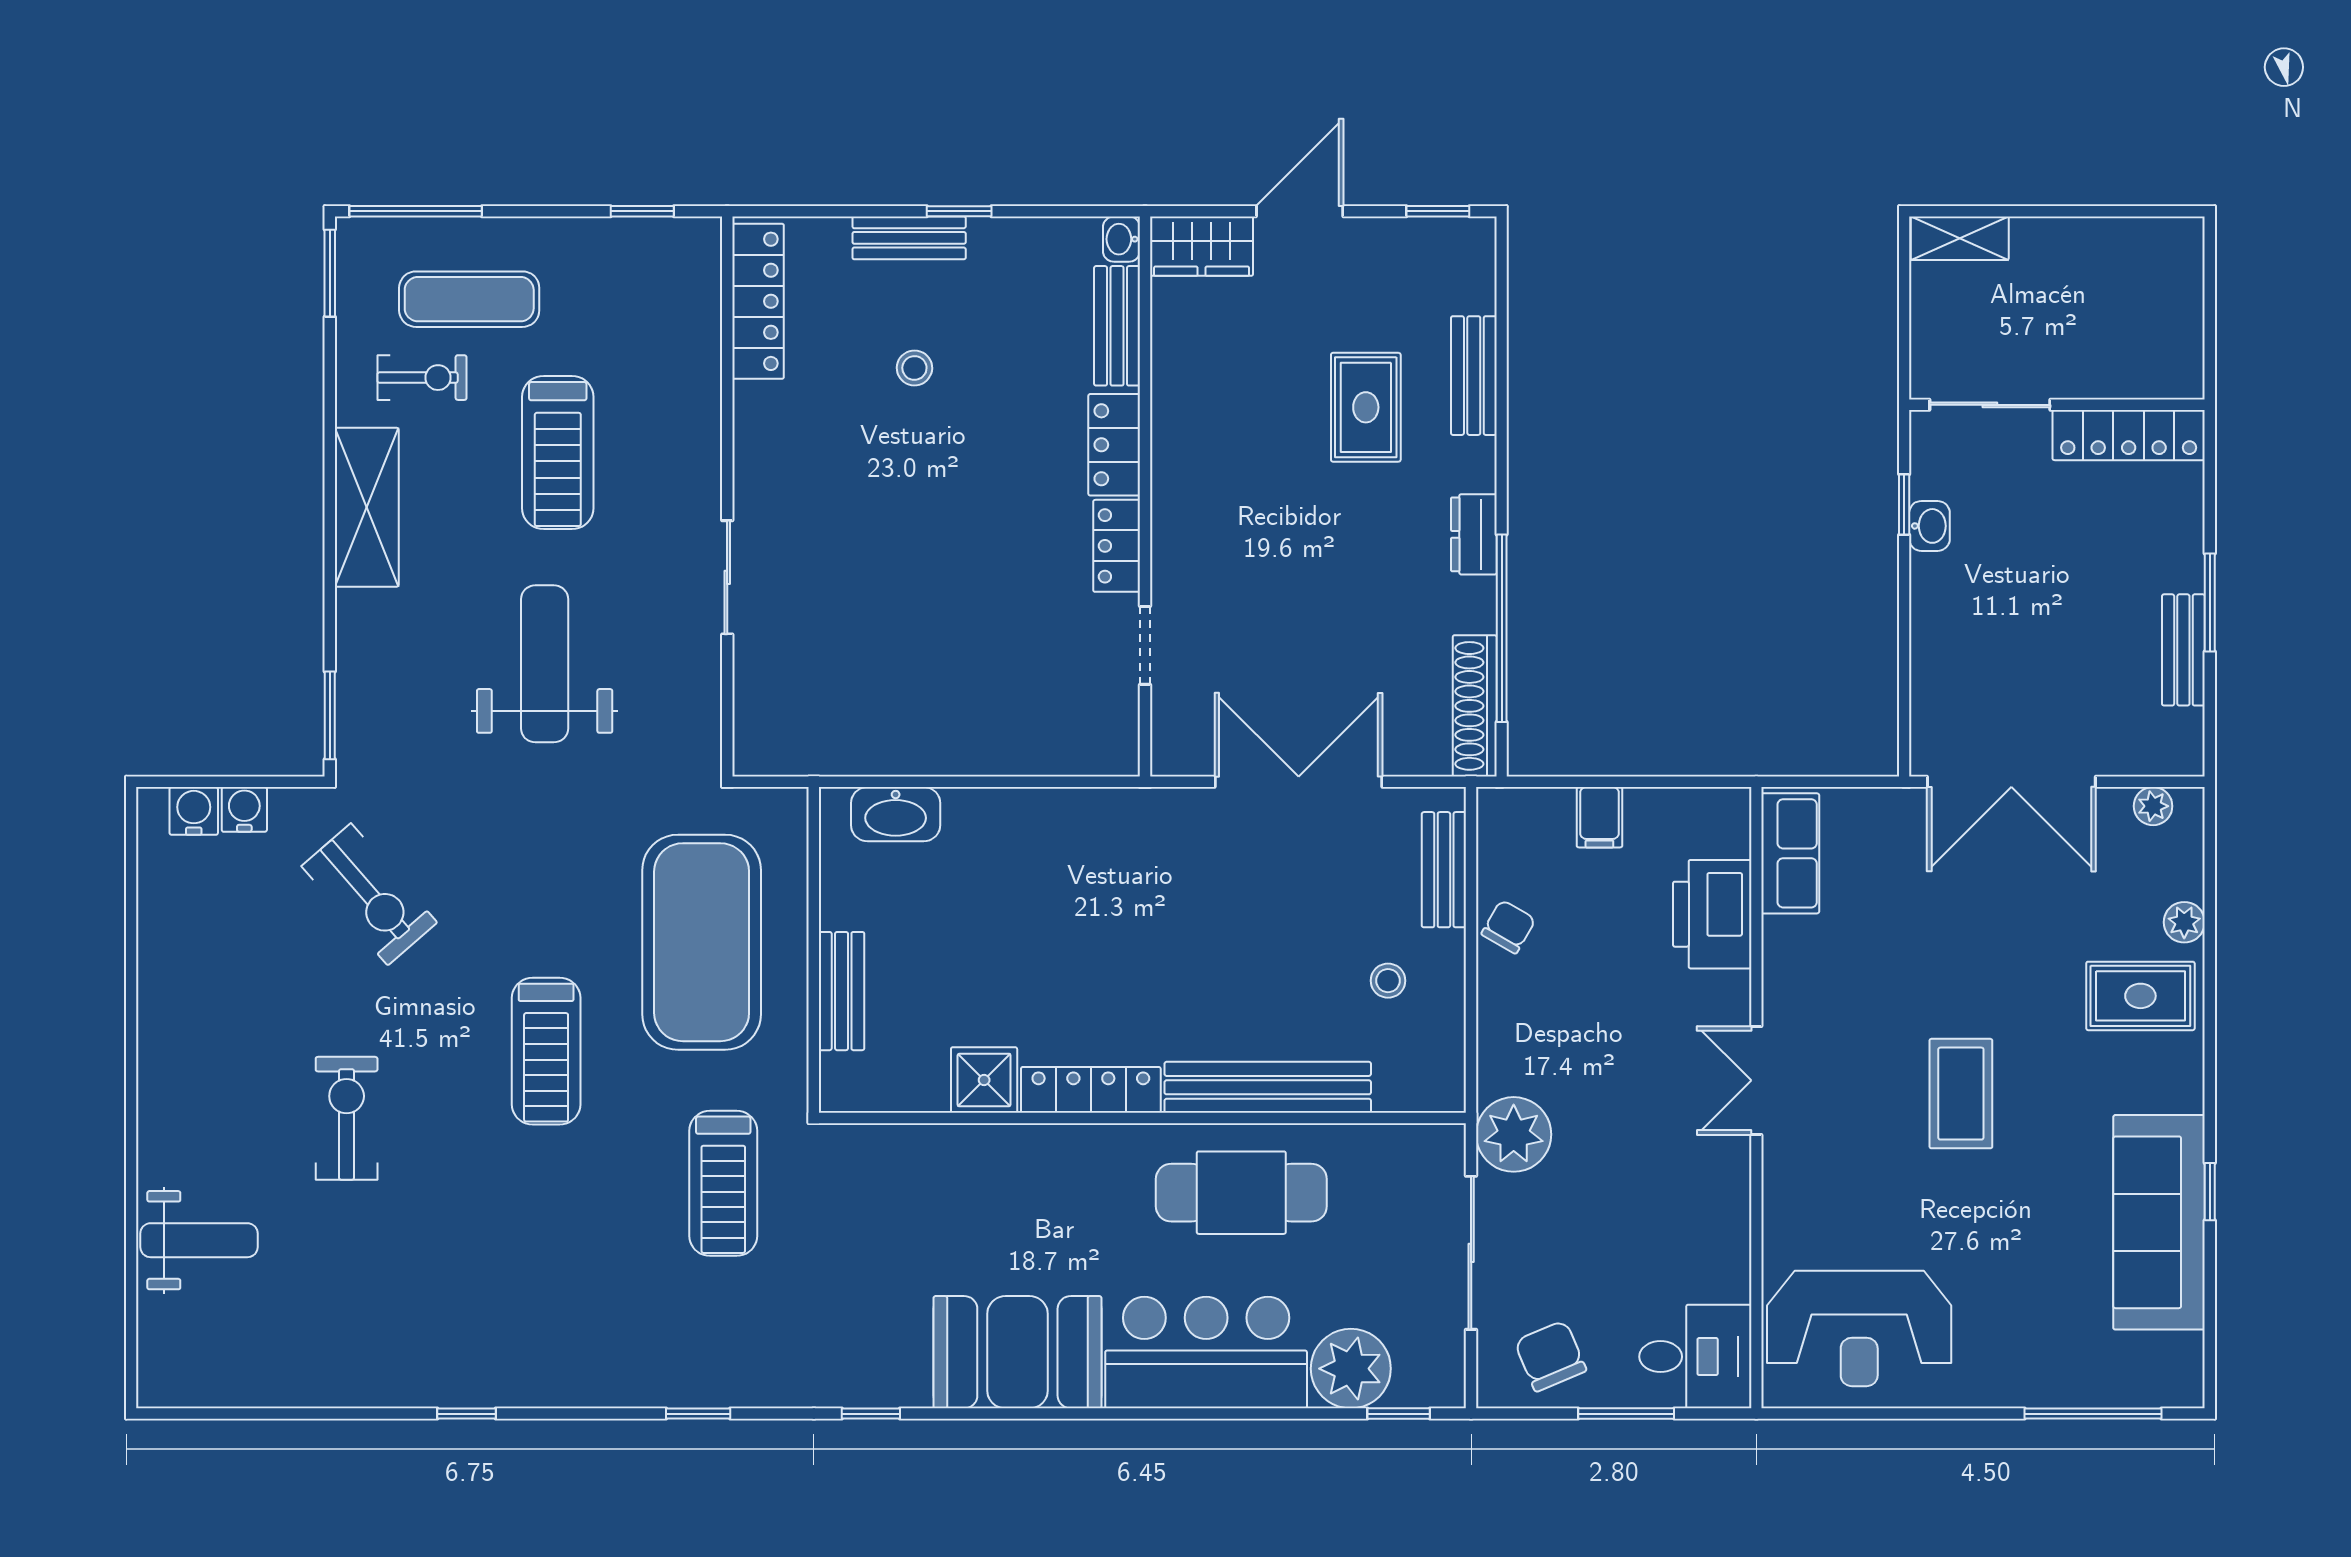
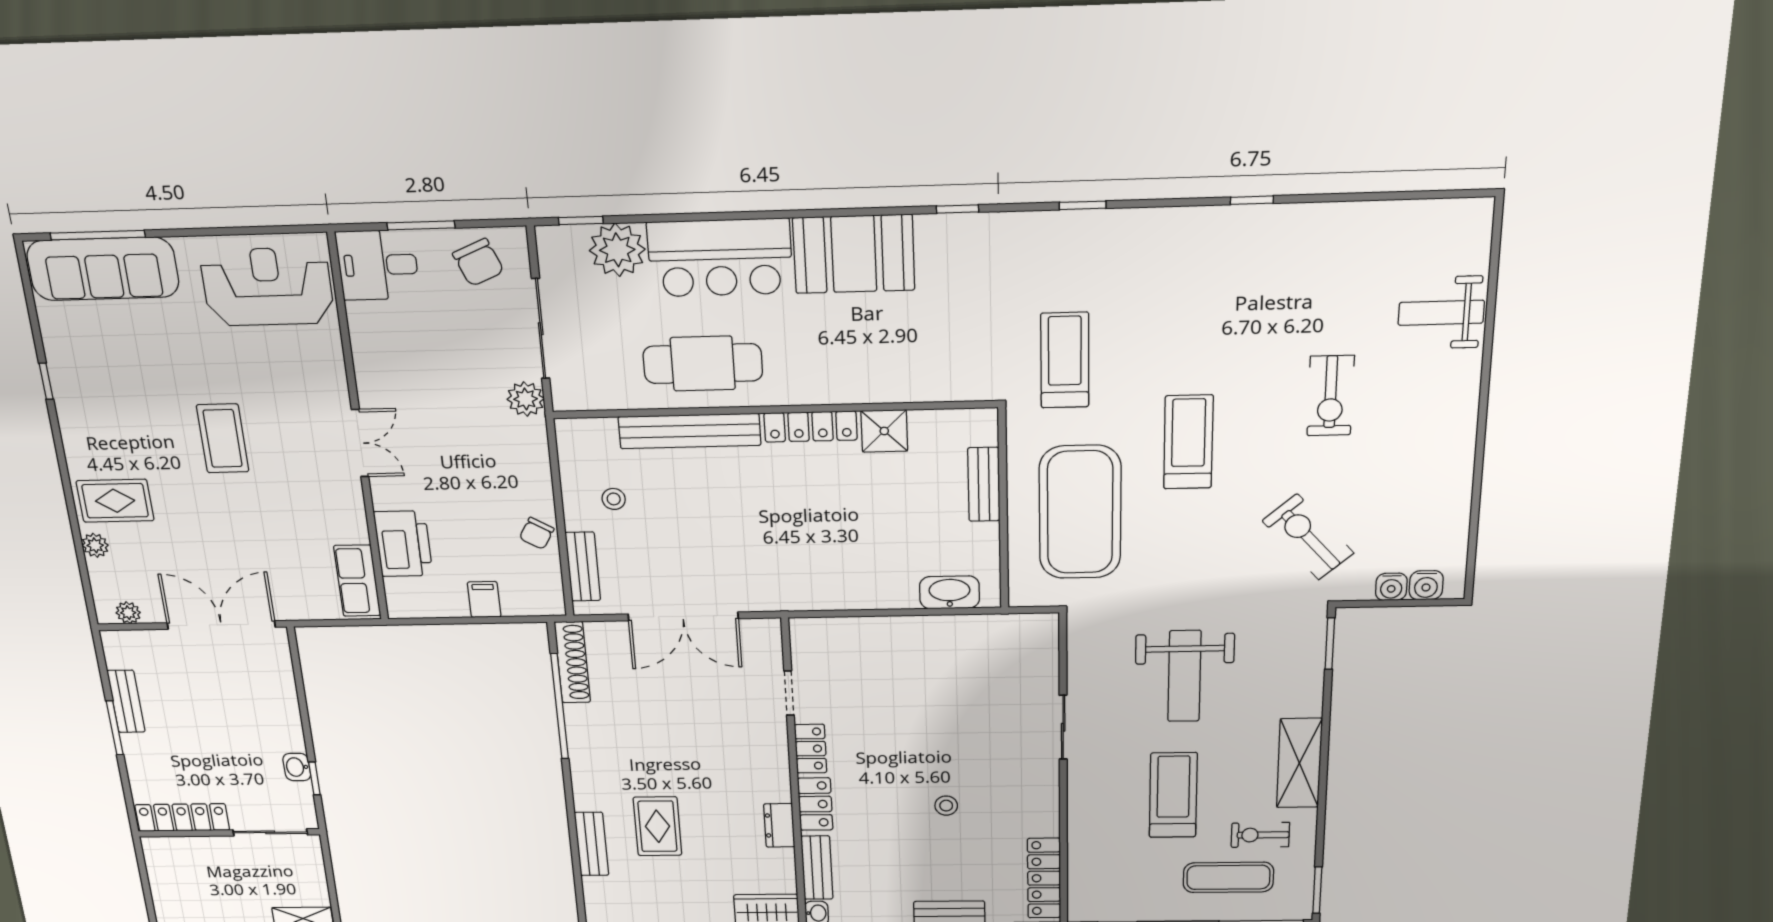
stool: (914, 368) -> (946, 806), moved
dresser: (1474, 534) -> (779, 825), moved, turned 180
plant: (1514, 1134) -> (526, 399), width x0.73, depth x0.73
sofa: (2159, 1222) -> (103, 269), moved, turned 90

